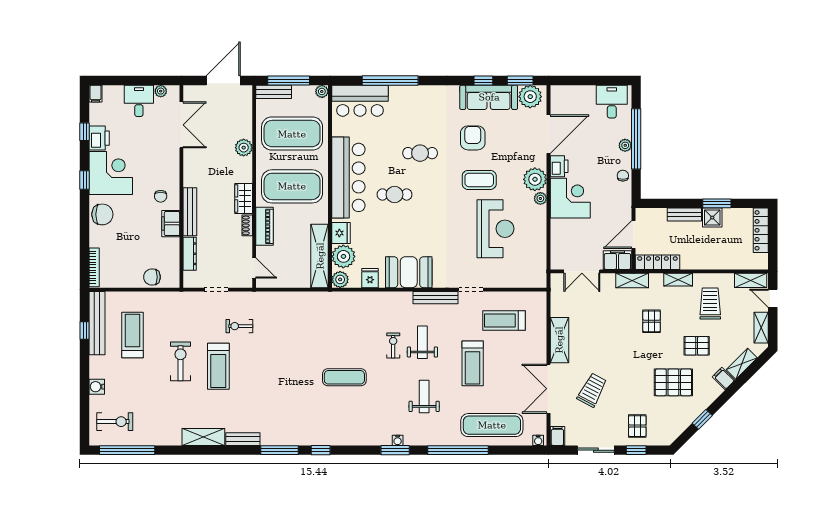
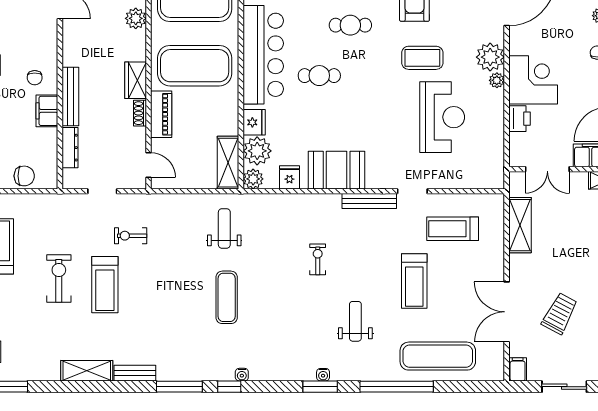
printer: (559, 166) -> (520, 119), moved
shelving: (320, 256) -> (228, 163), width x0.68
chair: (152, 277) -> (24, 176), turned 180
shelving: (559, 340) -> (520, 225), moved
weight bench: (422, 342) -> (224, 228), moved
exercise mat: (344, 377) -> (227, 297), moved, turned 90
water cooler: (538, 440) -> (242, 375), moved

